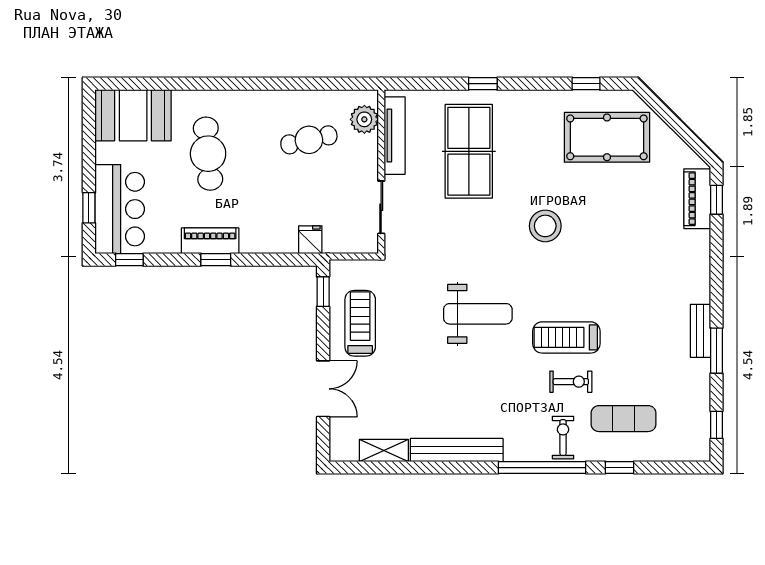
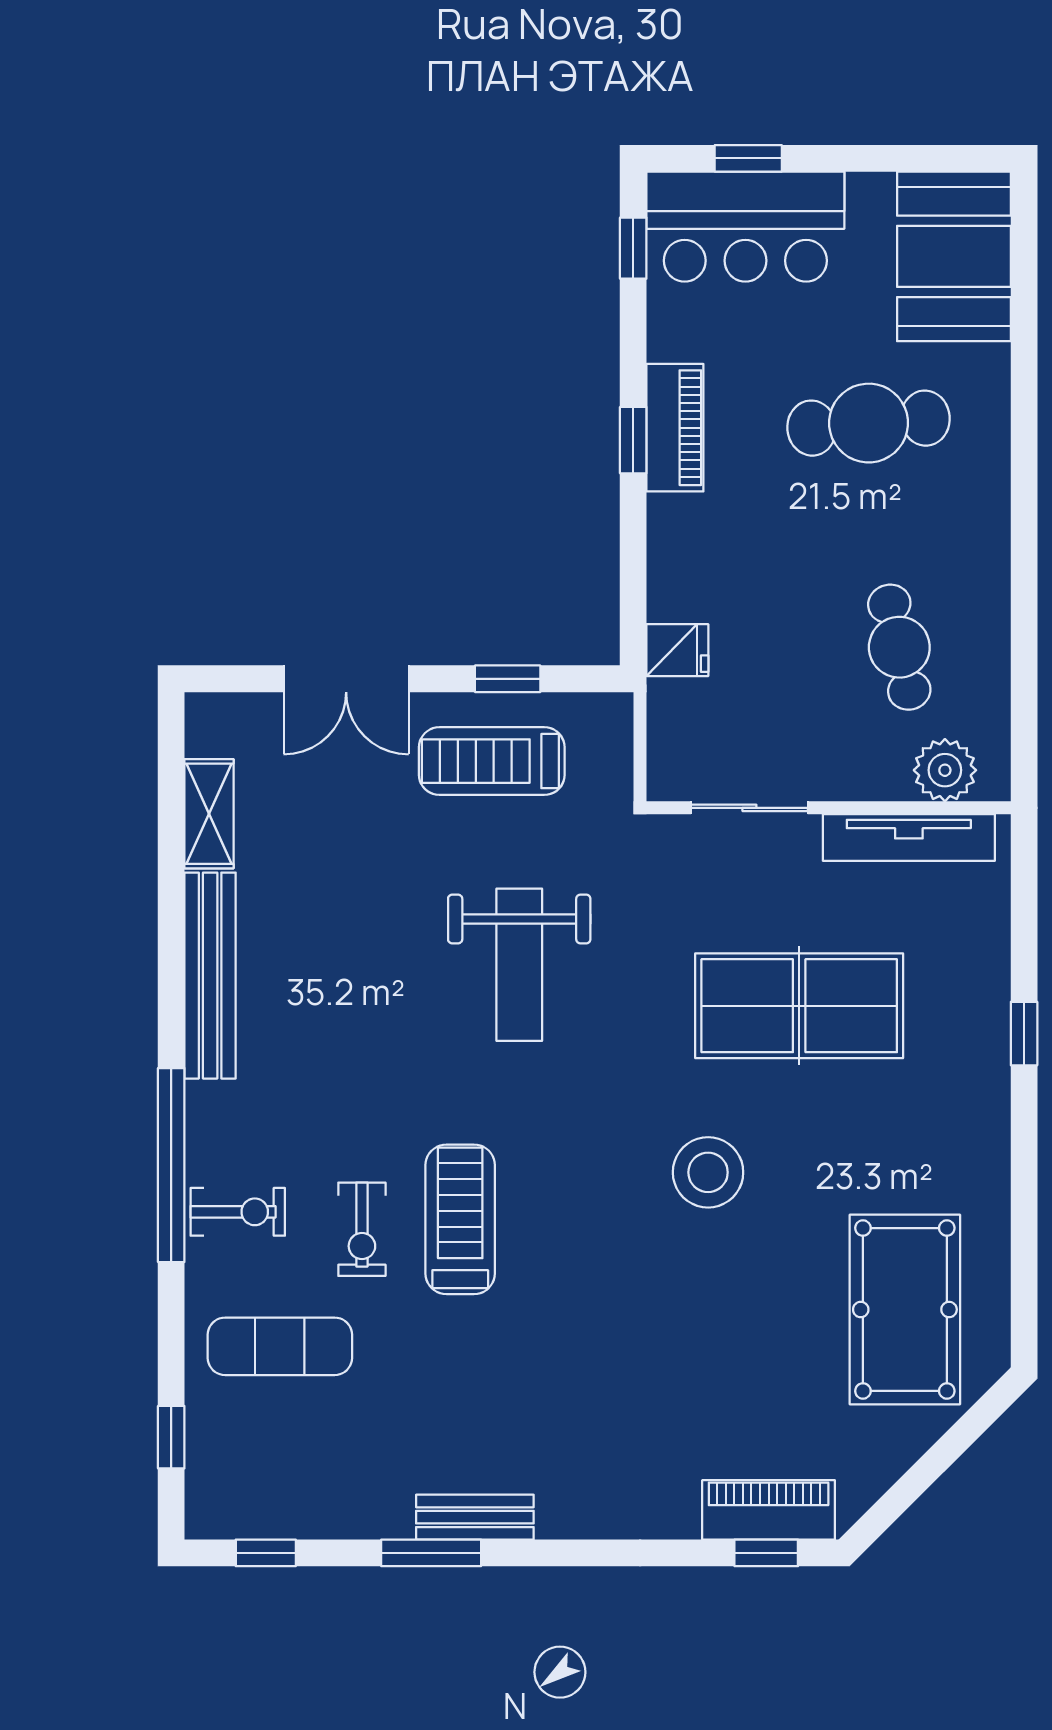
window: (586, 84) -> (1024, 1263), removed
table tennis table: (469, 151) -> (799, 1006), moved
window: (323, 292) -> (508, 679), moved
weight bench: (478, 314) -> (519, 965), moved
treadmill: (360, 323) -> (492, 761), turned 180
exercise mat: (624, 419) -> (280, 1346), turned 90
window: (619, 468) -> (171, 1437), moved

